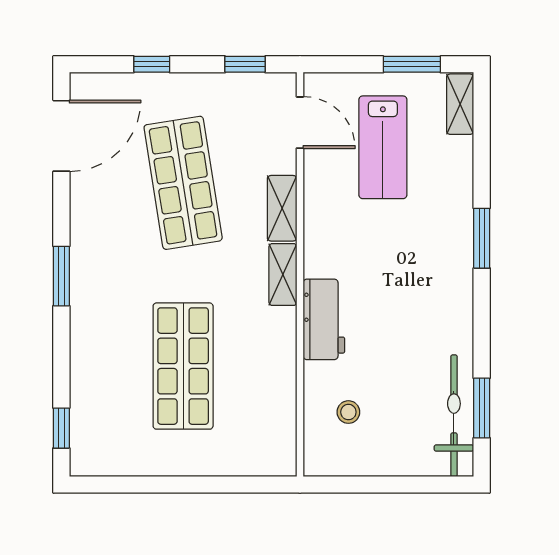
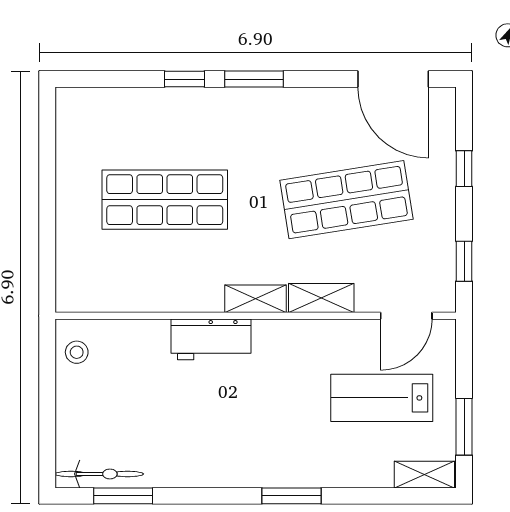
stool: (348, 412) -> (77, 352), moved
bicycle: (454, 416) -> (99, 474), width x0.73, depth x0.71
window: (61, 428) -> (184, 79), moved

